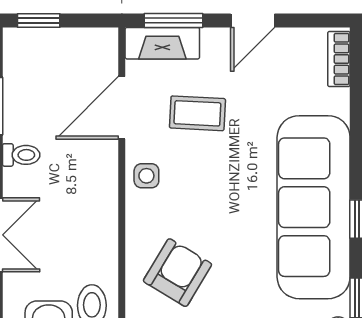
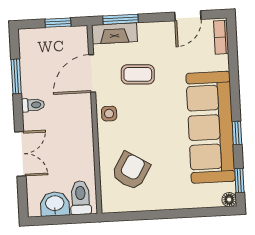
window: (39, 21) -> (58, 23), moved
door: (253, 21) -> (188, 16), moved

